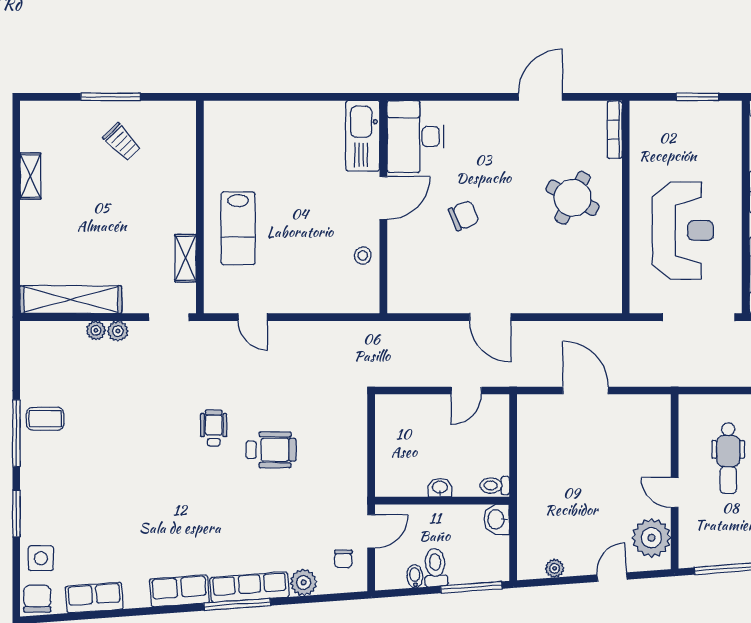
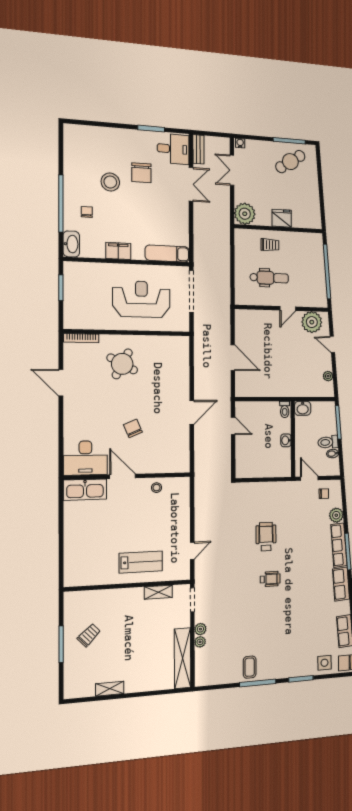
door: (586, 391) -> (233, 358), swing flipped
wheelchair: (214, 428) -> (270, 579), moved, turned 180

